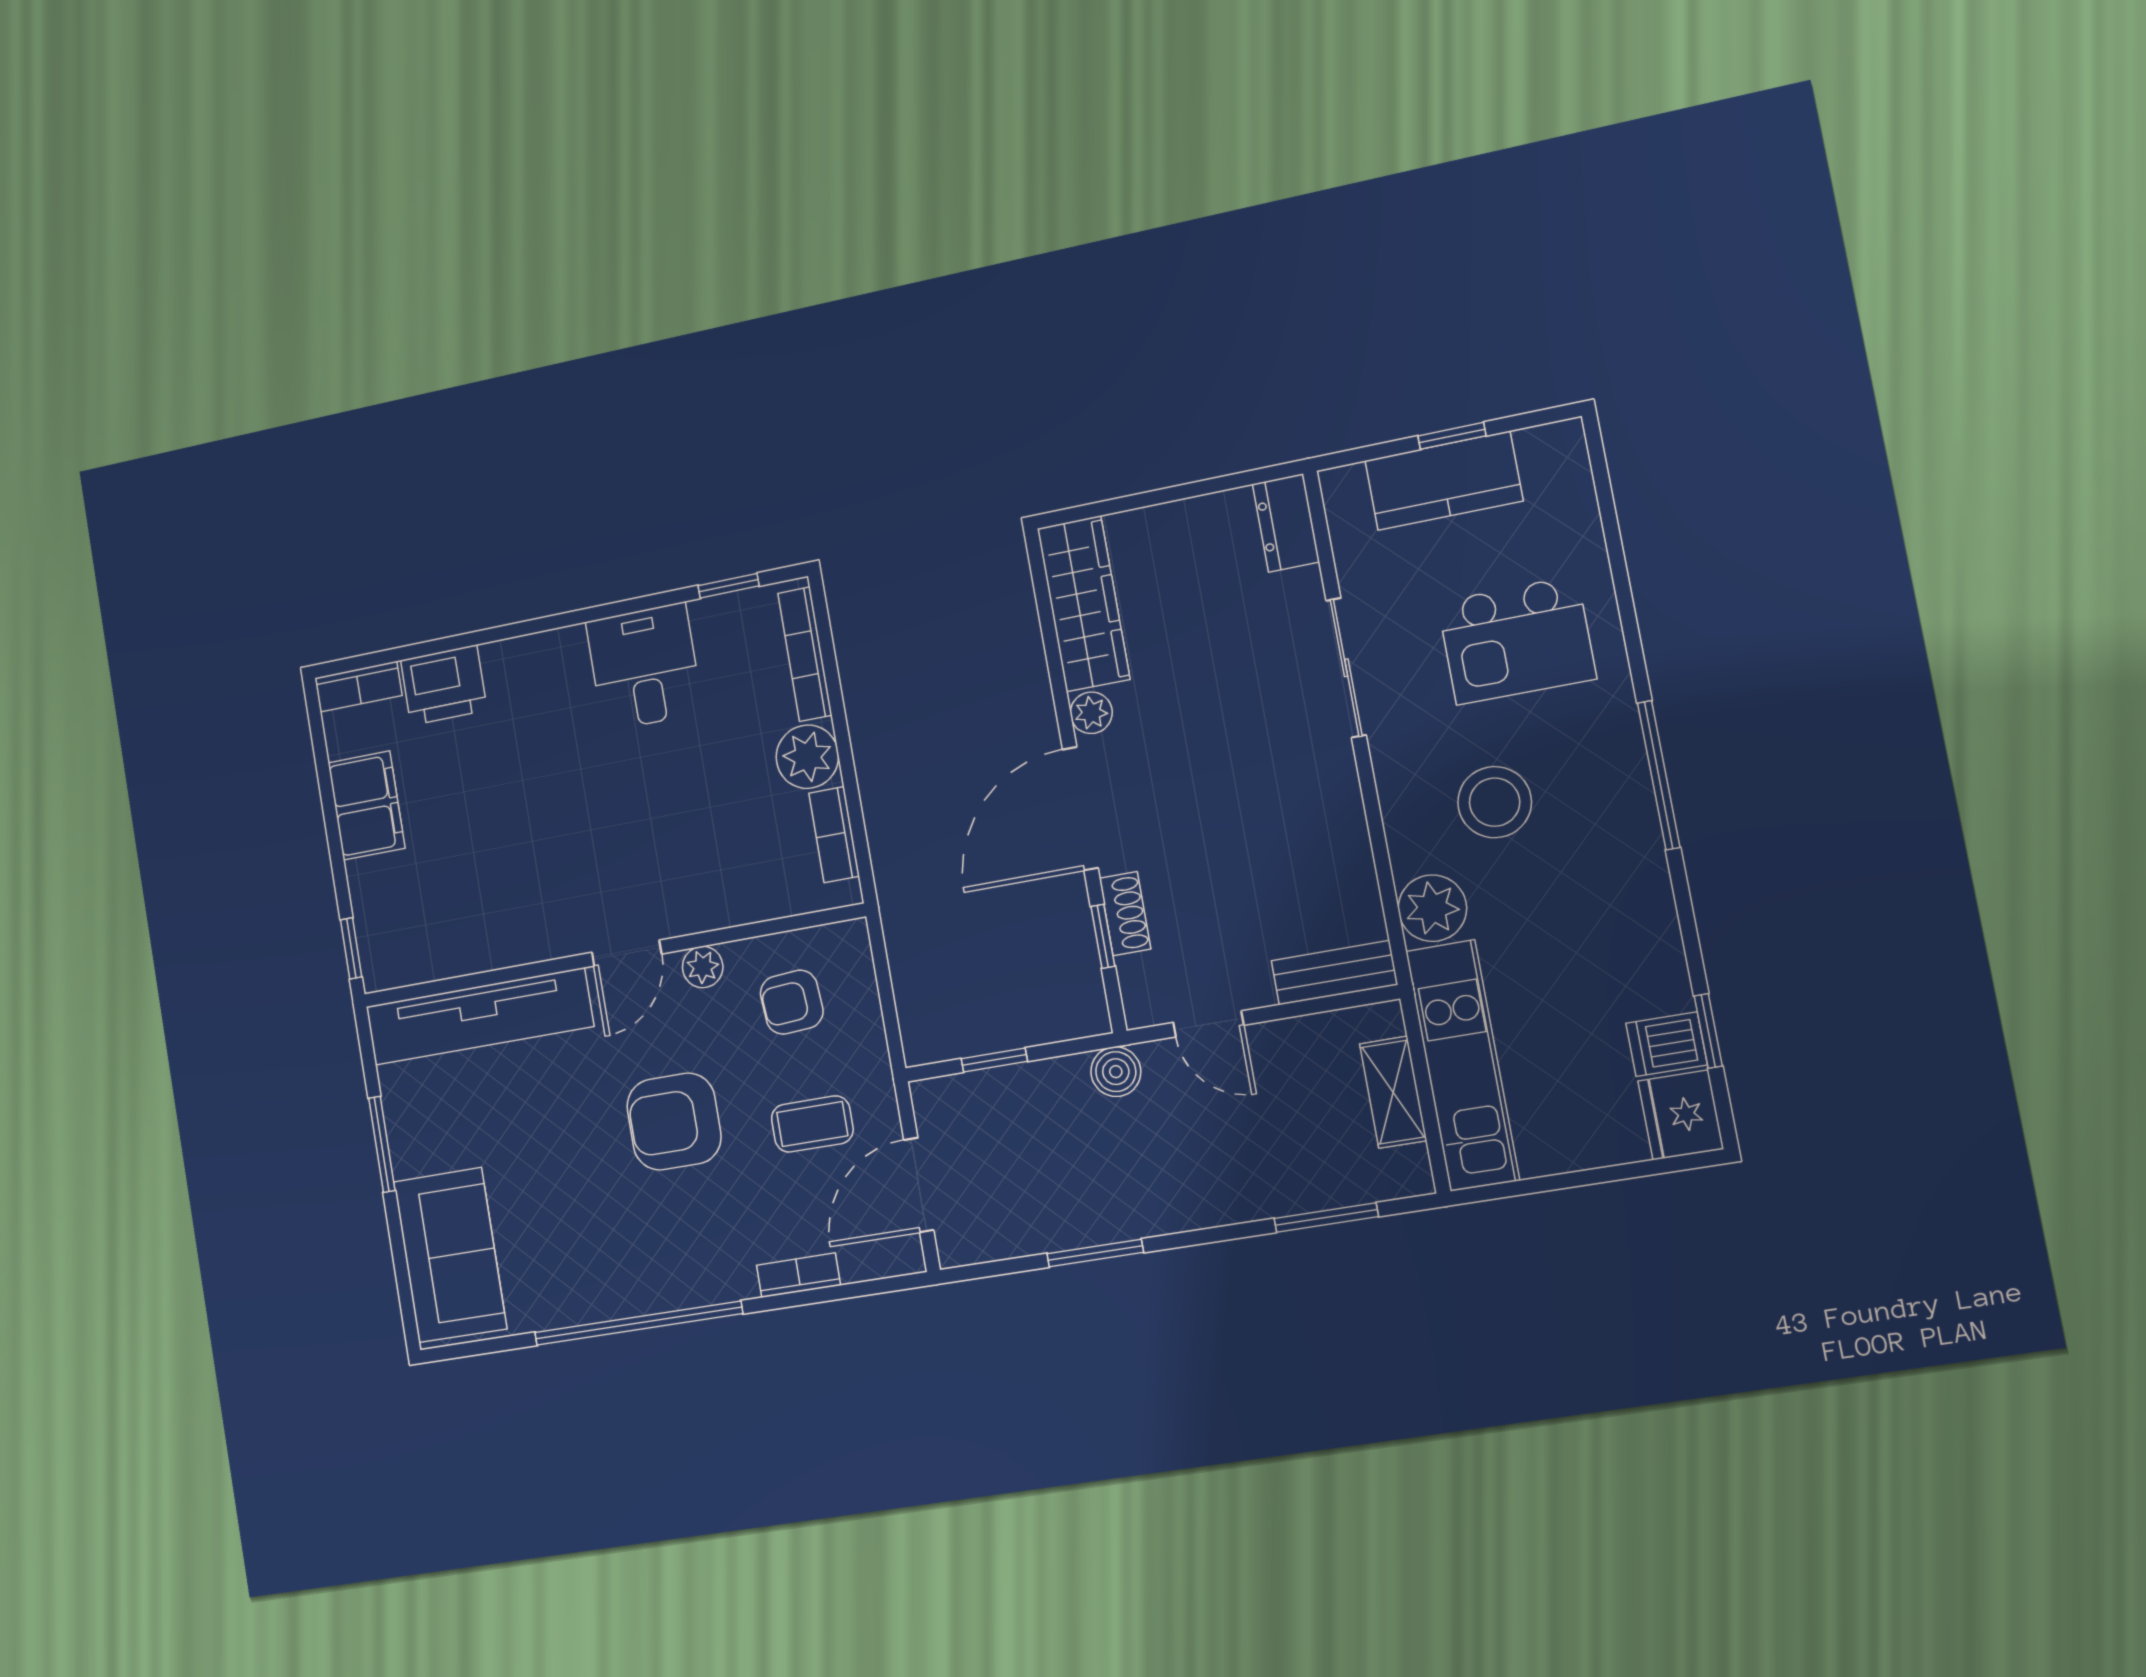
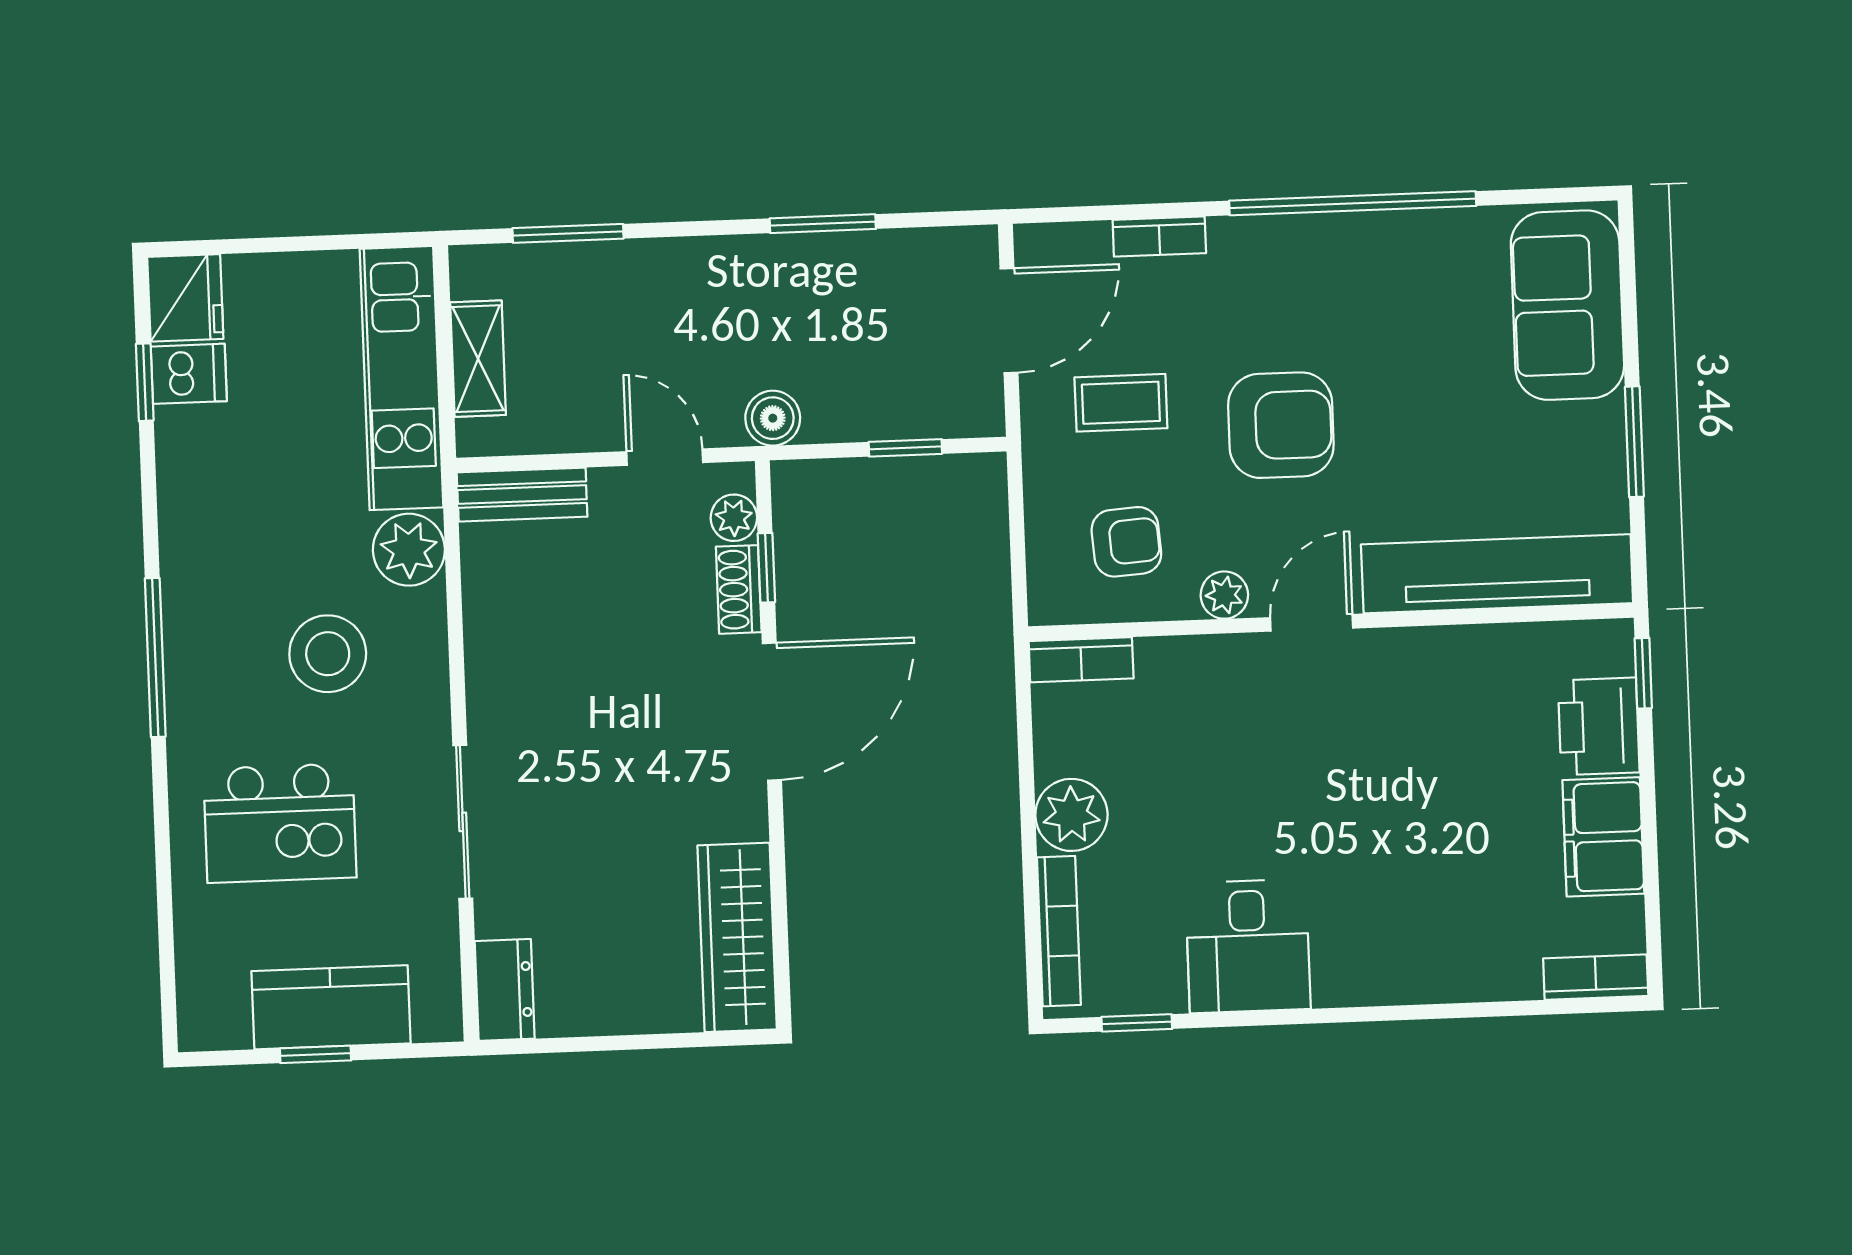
kitchen island: (1517, 640) -> (280, 823), turned 180
printer: (444, 685) -> (1599, 726), moved, turned -90
plant: (1091, 713) -> (734, 518), moved
bookcase: (834, 835) -> (1081, 660), moved, turned 90

